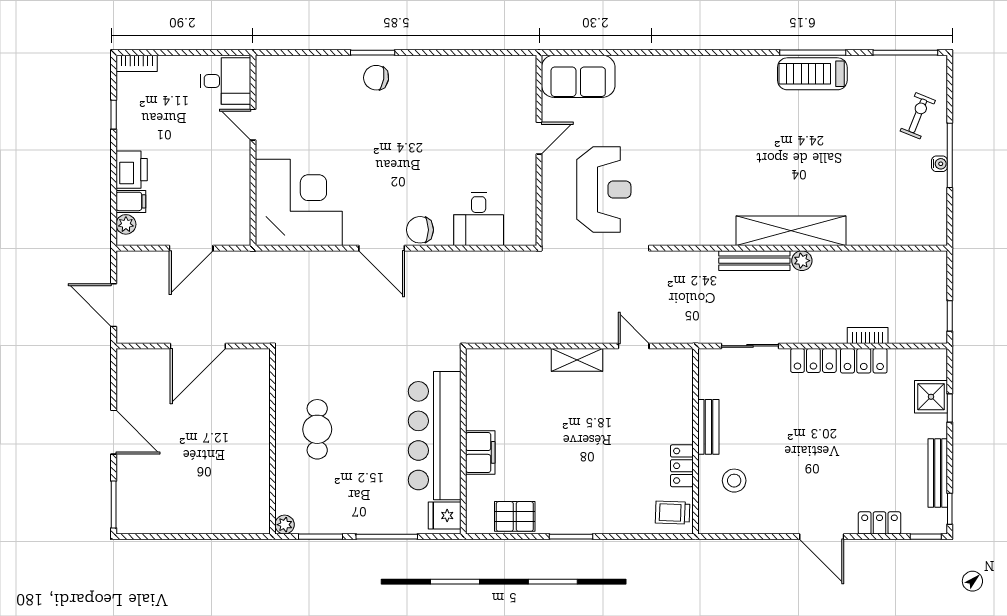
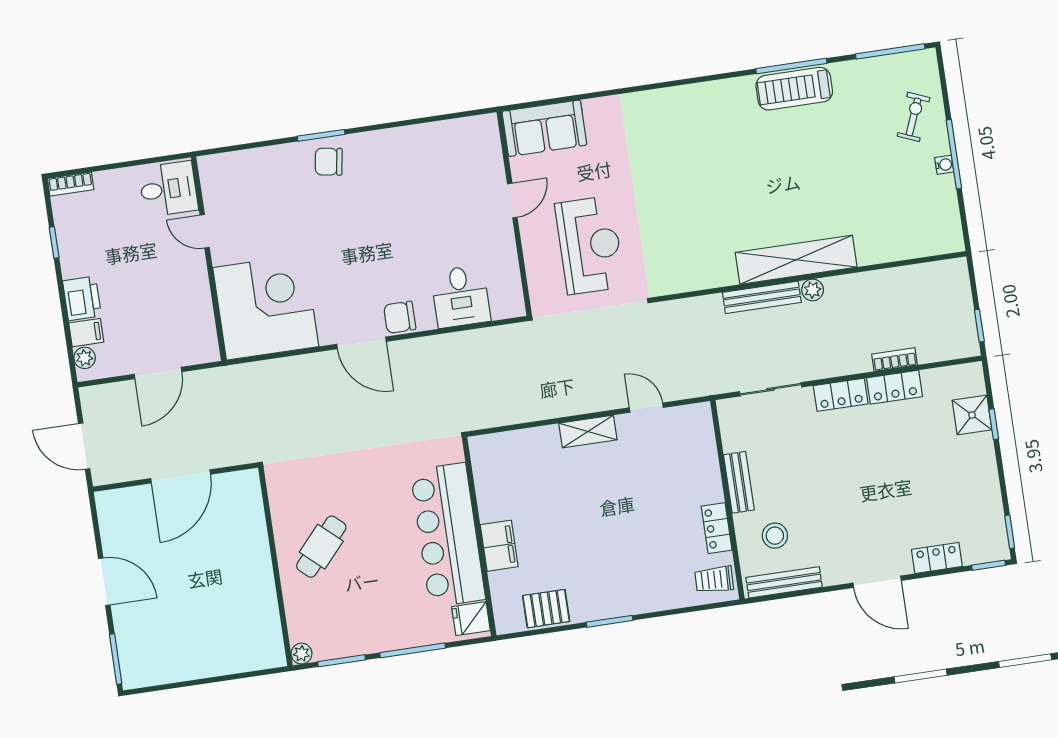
cafe table: (317, 429) -> (321, 547), turned 42
bench: (938, 473) -> (784, 582), moved, turned 90

